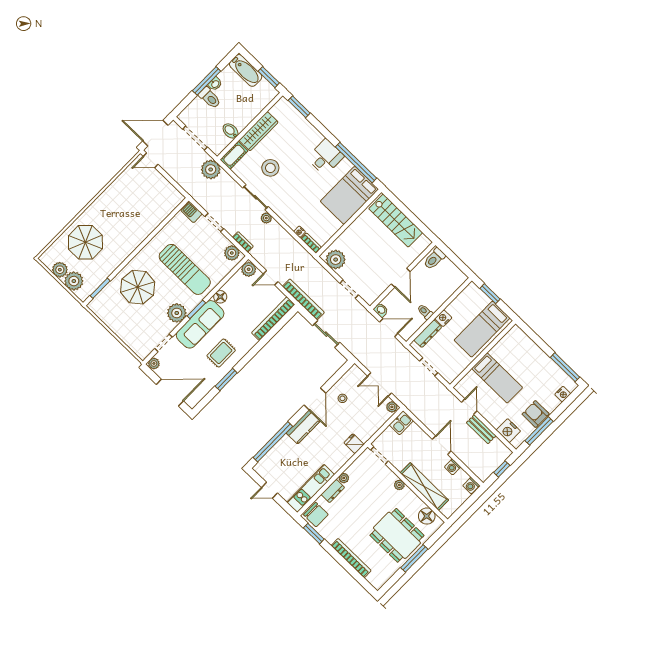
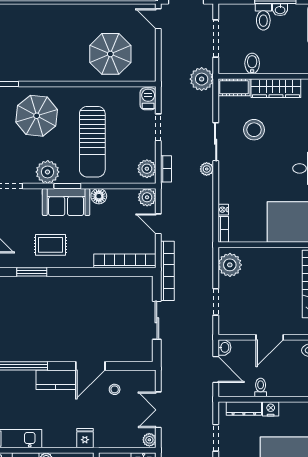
parasol: (85, 242) -> (110, 54), moved
sofa: (200, 324) -> (66, 202), width x0.73

